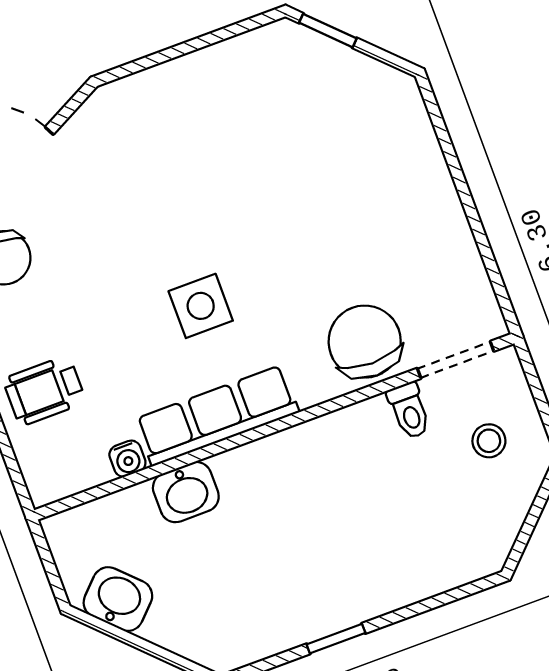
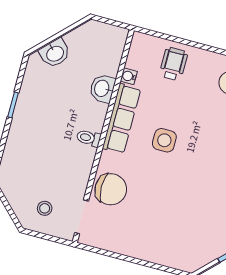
toilet: (409, 410) -> (89, 138), moved
washbasin: (118, 599) -> (55, 53), moved

